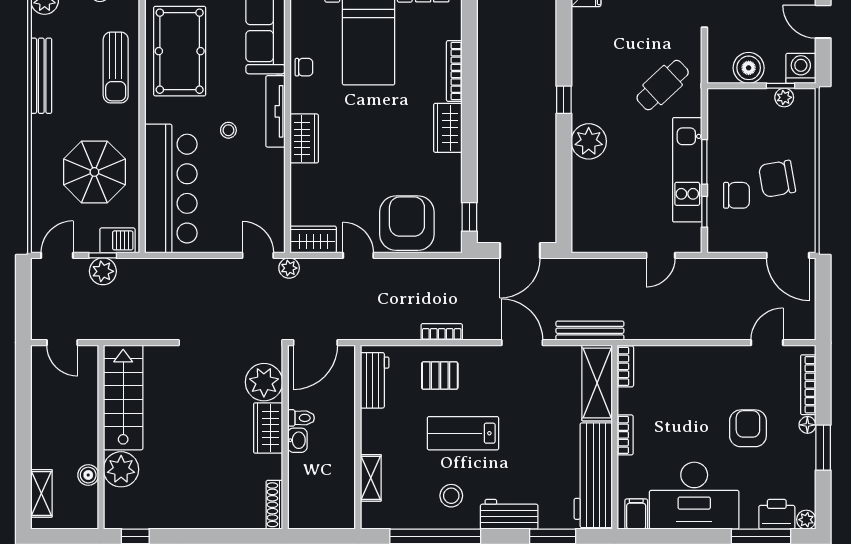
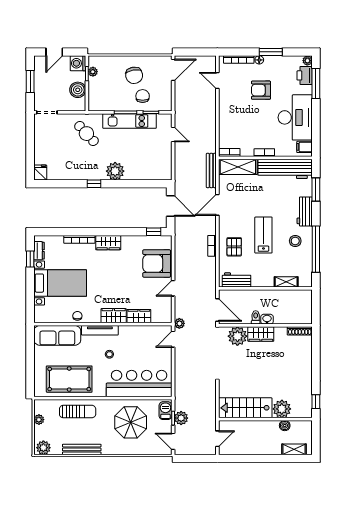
wardrobe: (313, 239) -> (139, 316), moved, turned 90
lab bench: (463, 433) -> (263, 235), turned 180

